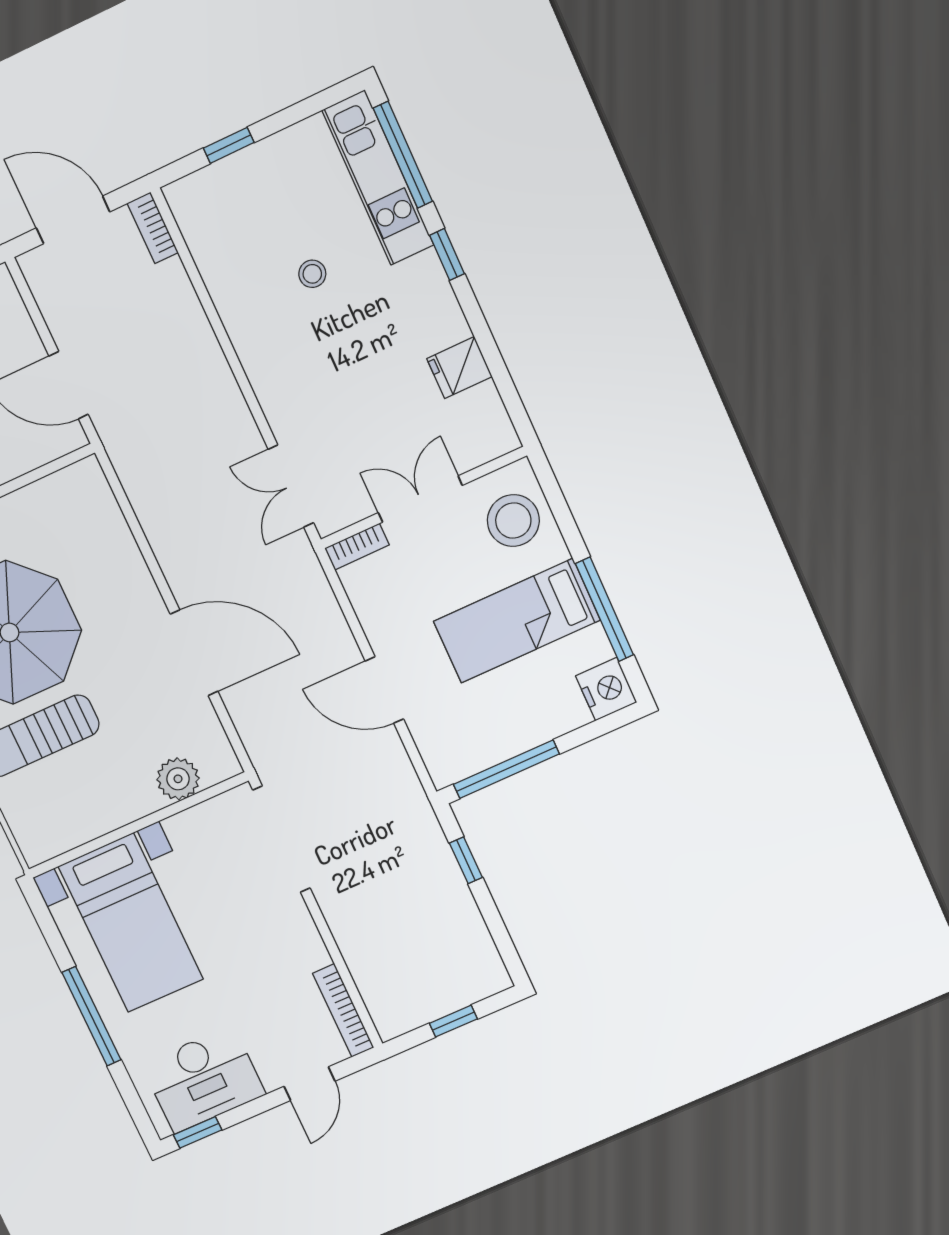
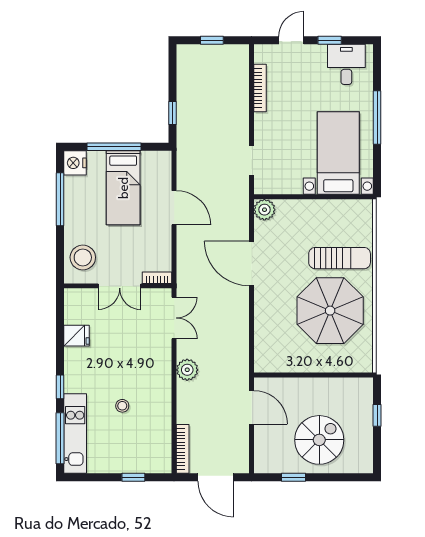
bookcase: (153, 228) -> (183, 449), width x1.56
plant: (221, 400) -> (187, 370), added
bed: (517, 621) -> (123, 188), moved, turned 90
window: (506, 769) -> (114, 147), moved
plant: (178, 779) -> (264, 210), moved
doorway: (281, 839) -> (252, 161), width x0.53
bookcase: (343, 1010) -> (260, 88), moved
desk: (204, 1079) -> (346, 64), width x0.73
window: (198, 1132) -> (330, 40), moved

